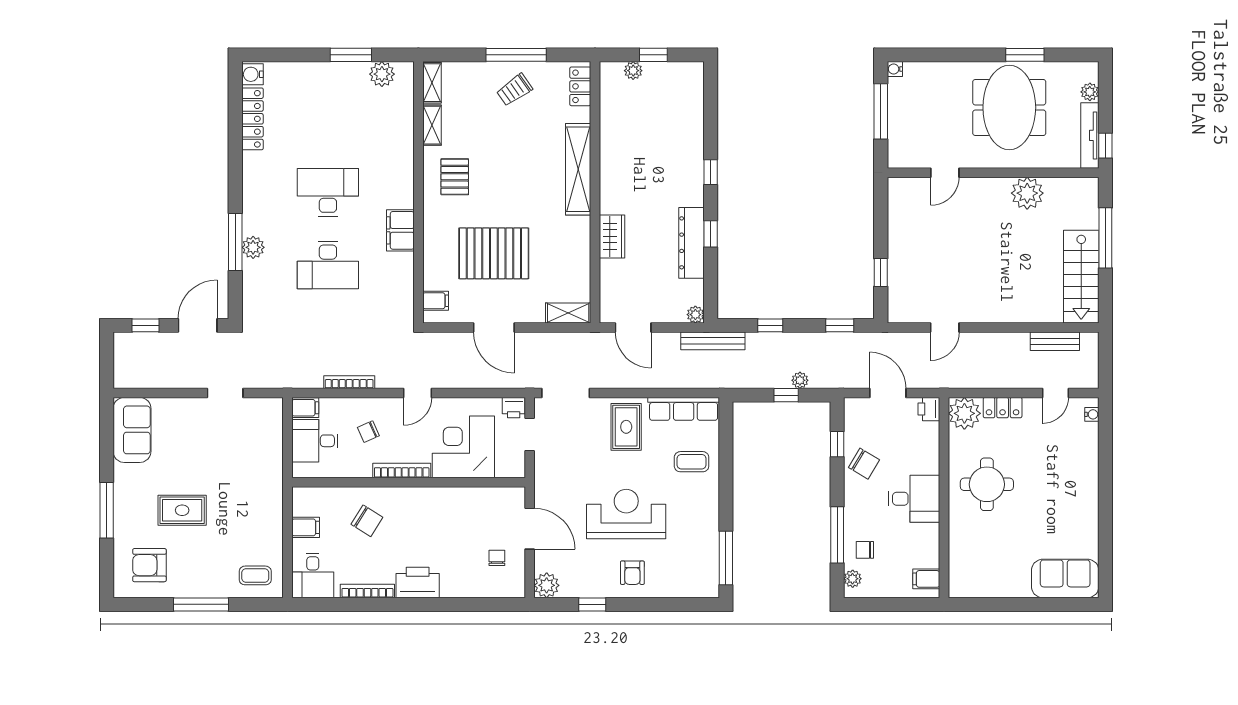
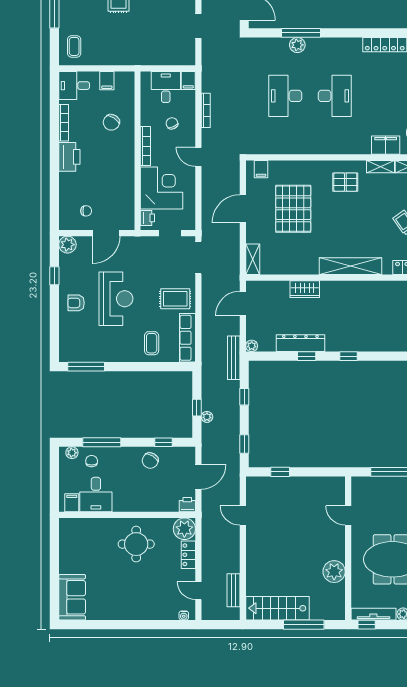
filing cabinet: (400, 230) -> (386, 145), moved
printer: (514, 408) -> (147, 218), moved, turned 180
desk: (914, 499) -> (96, 495), moved

